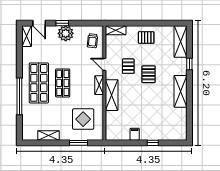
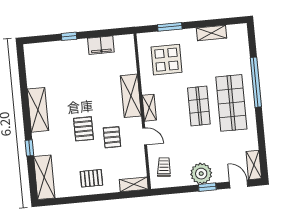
filing cabinet: (135, 134) -> (101, 45), width x2.00

